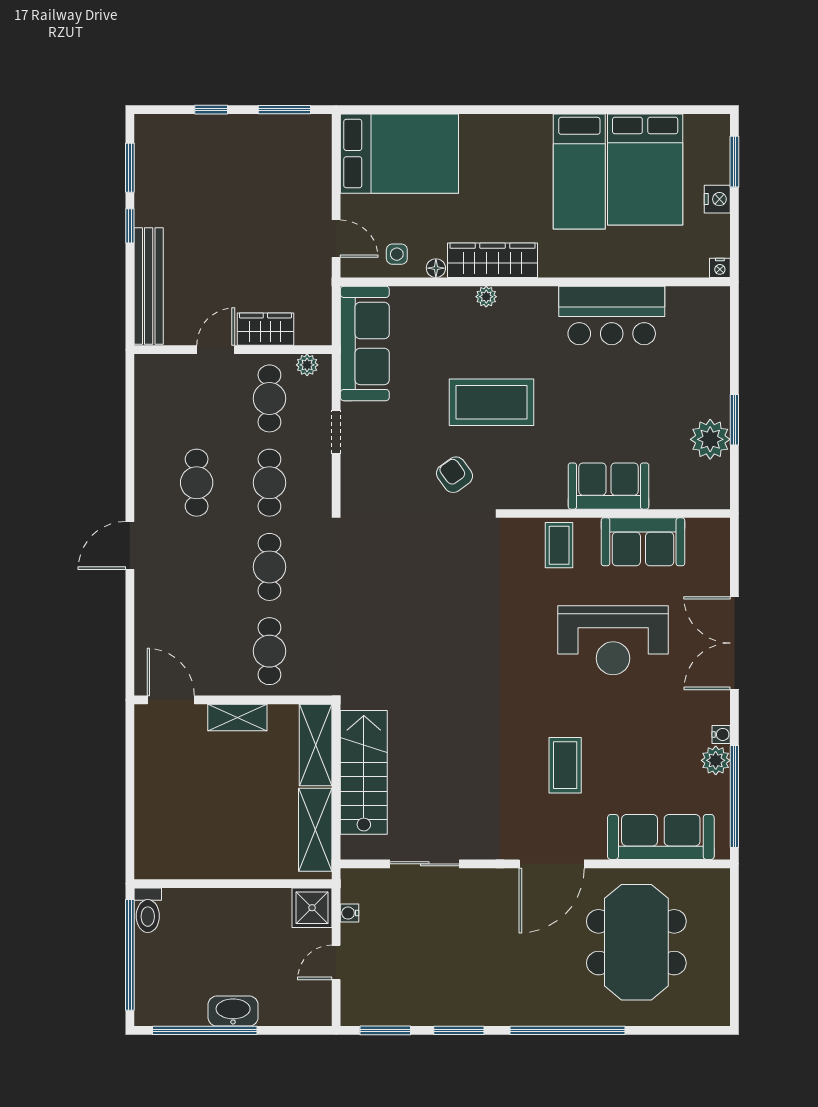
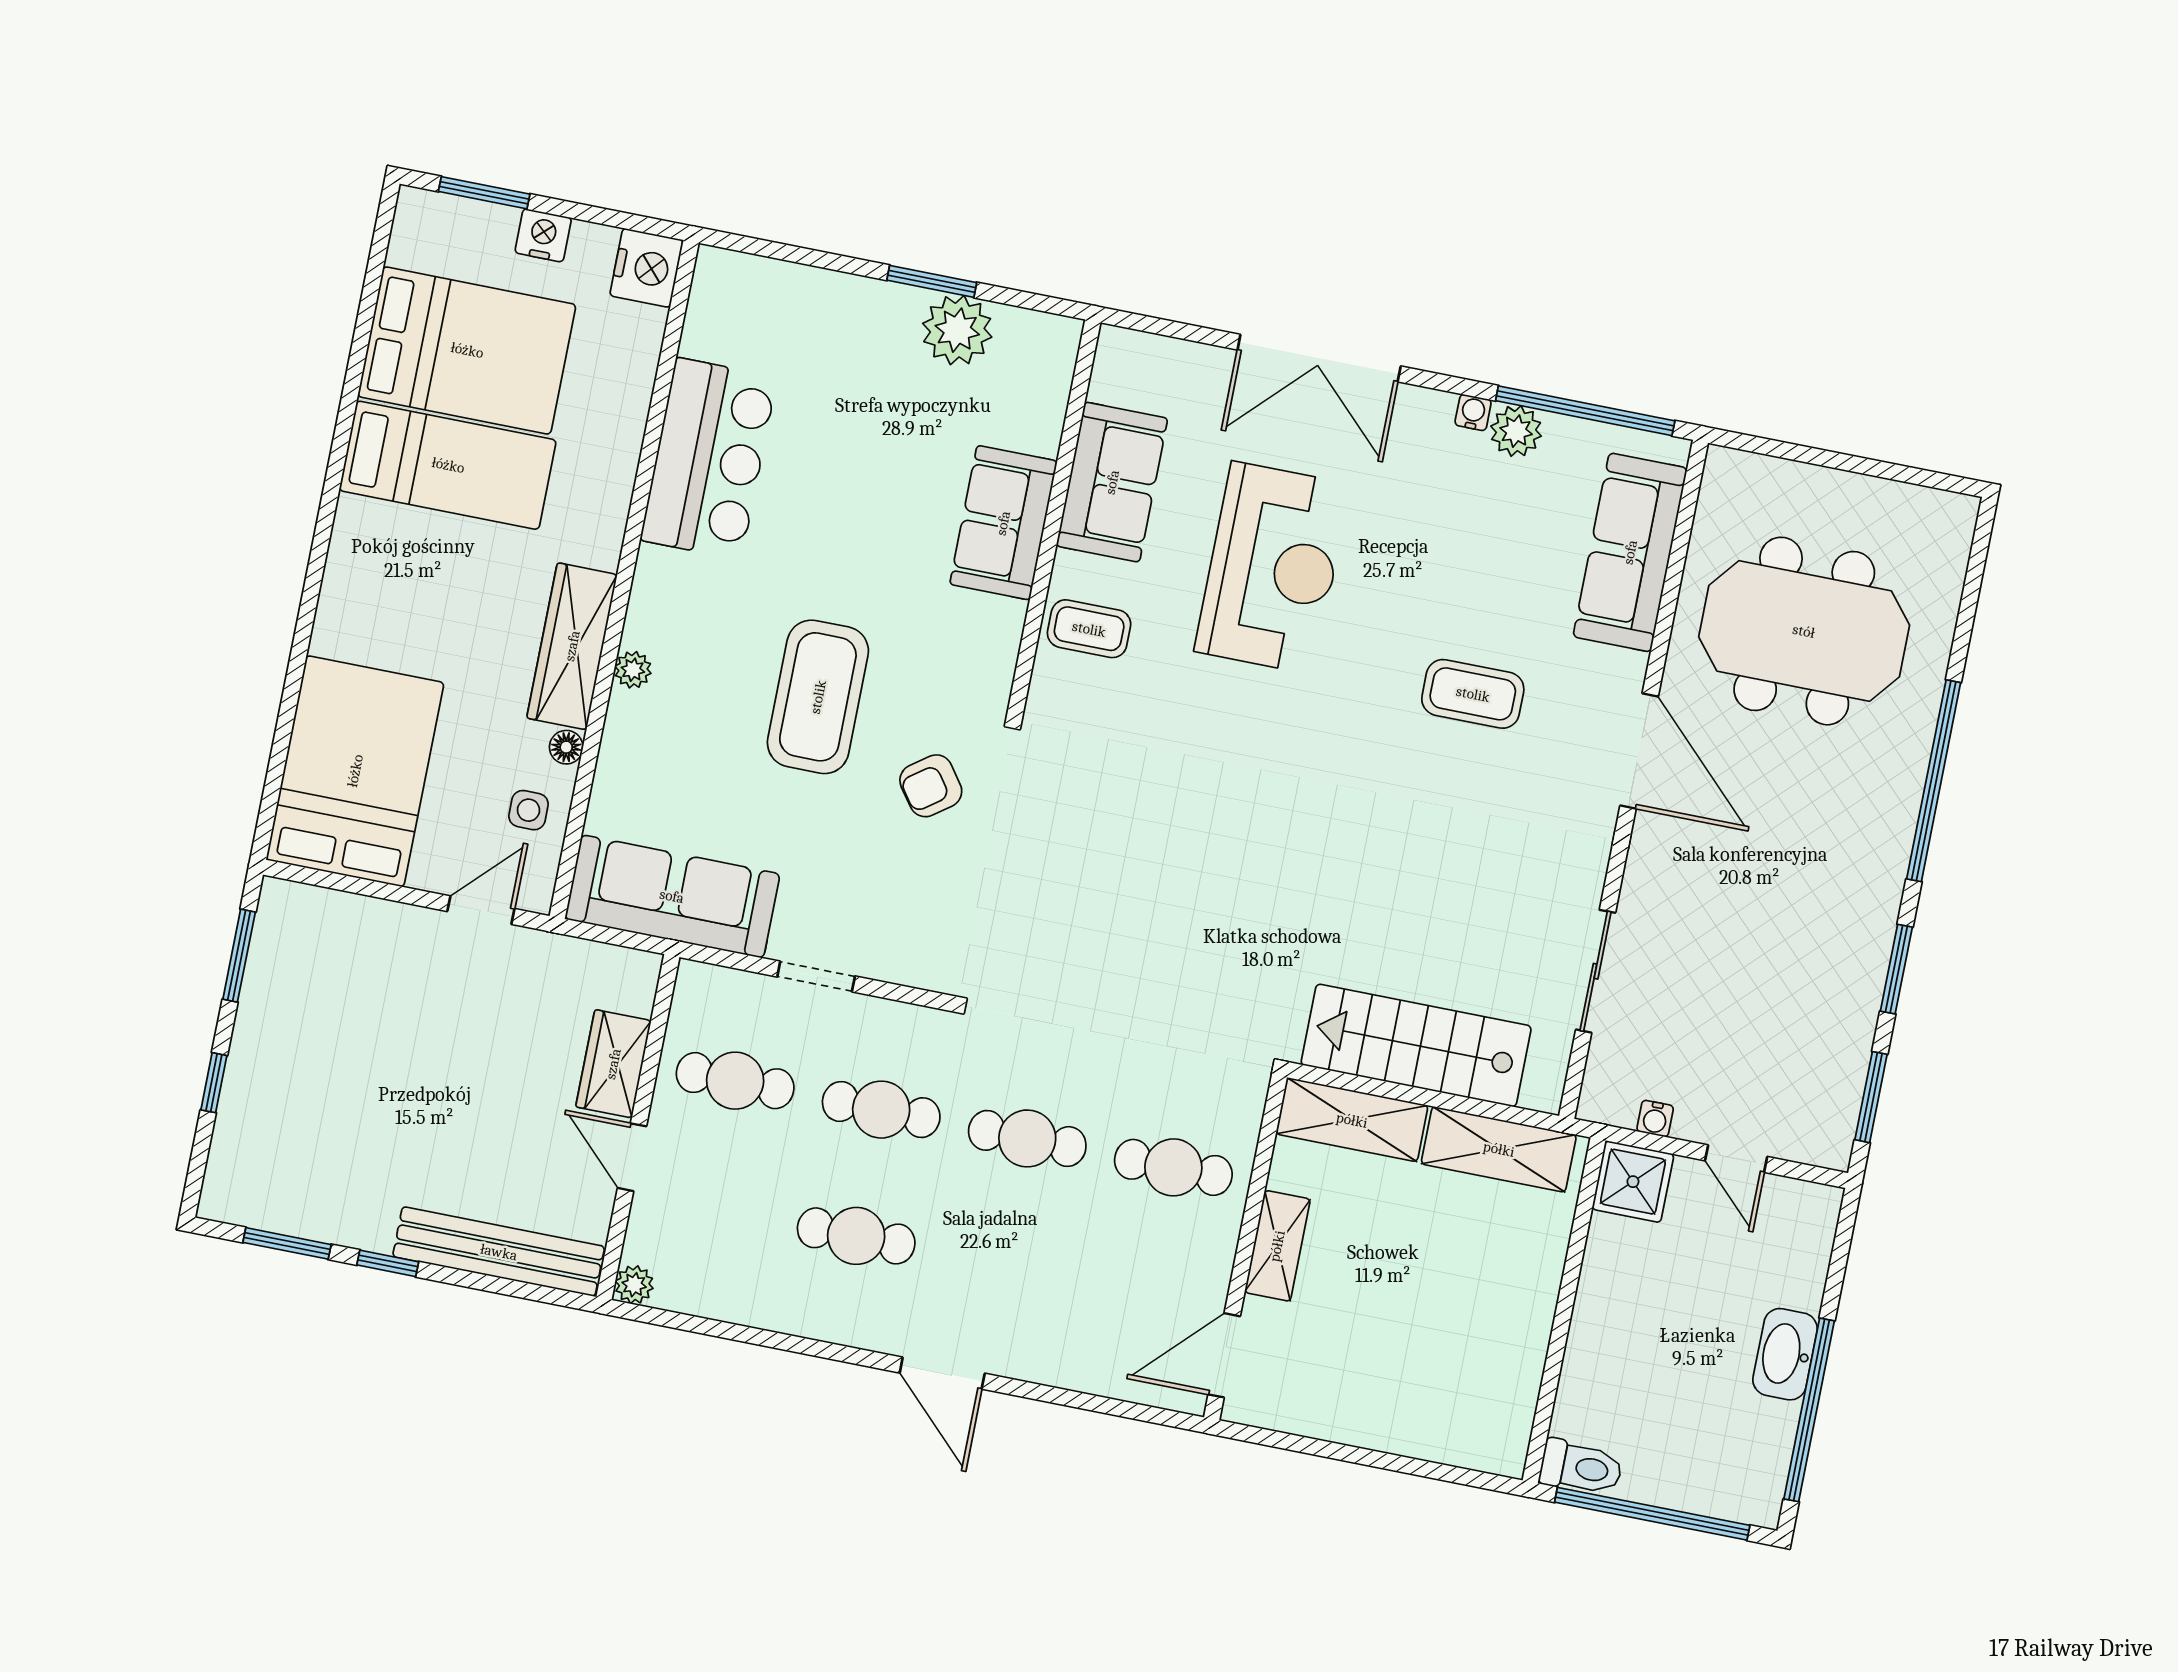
nightstand: (720, 268) -> (647, 268), width x1.89, depth x1.79
plant: (307, 365) -> (634, 1285), moved

